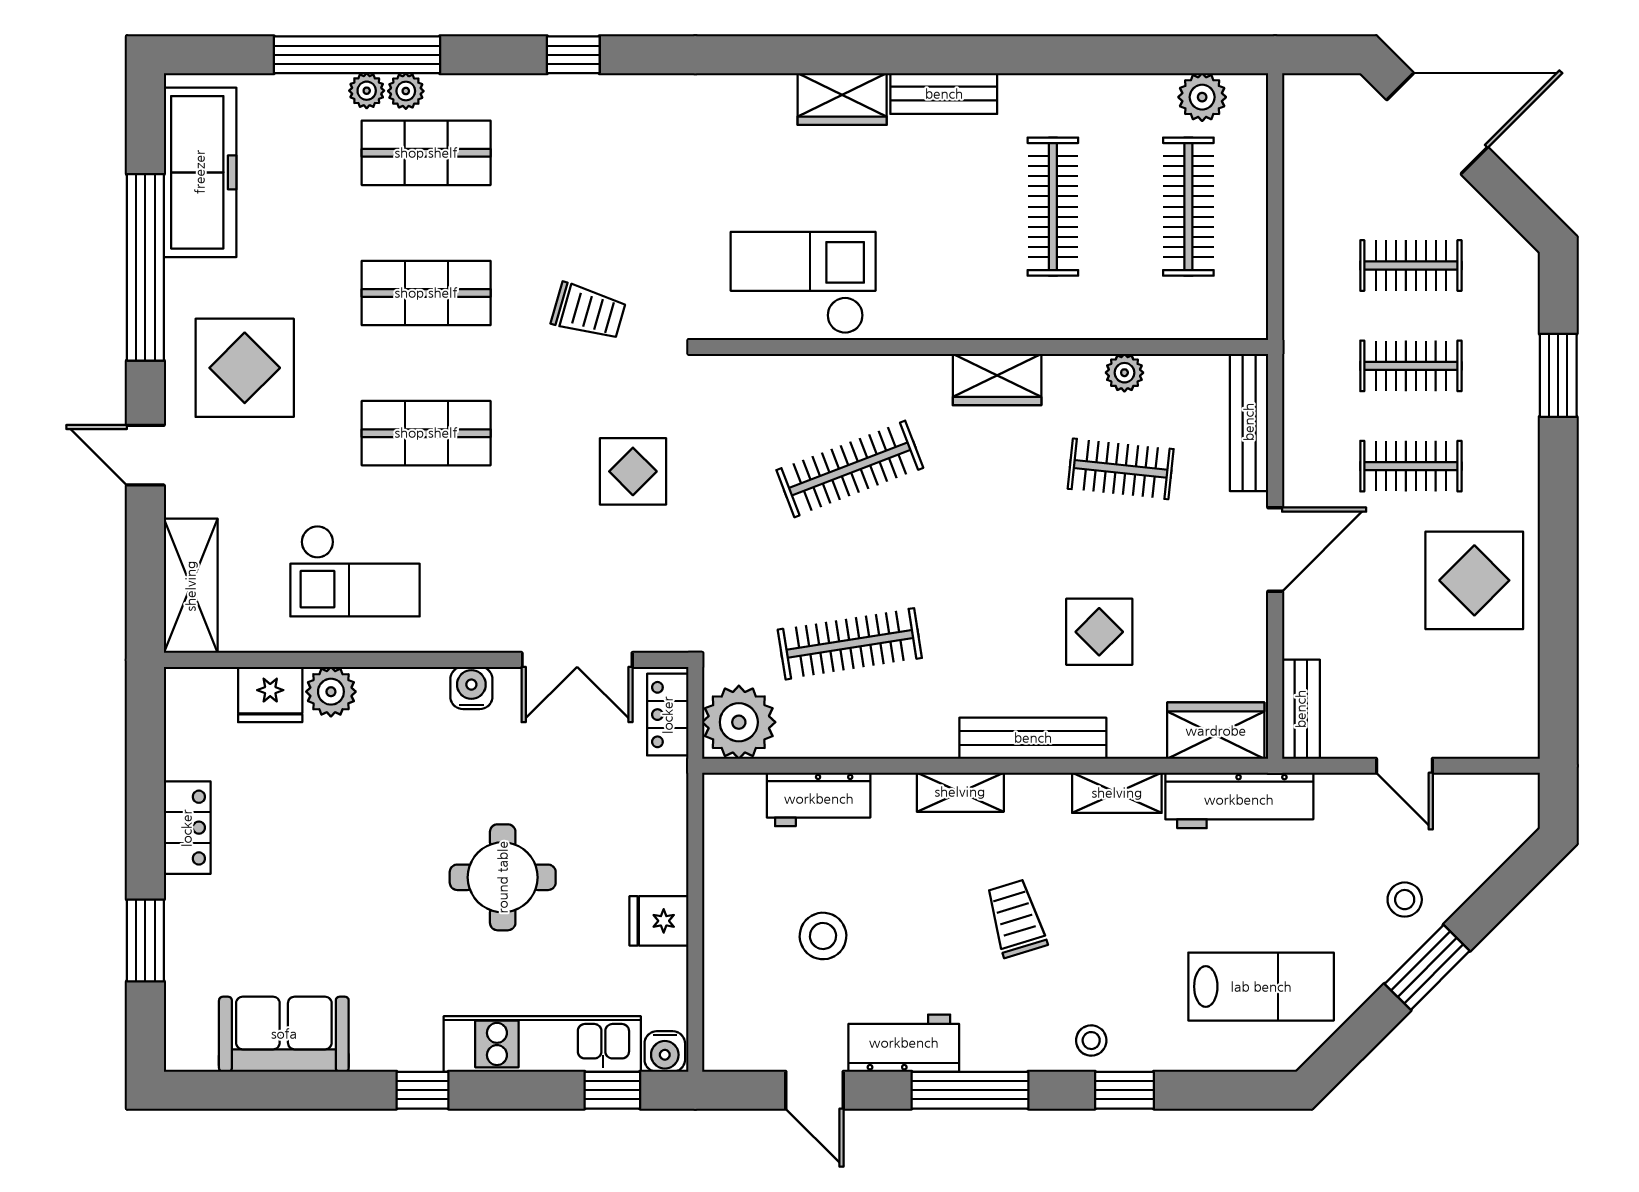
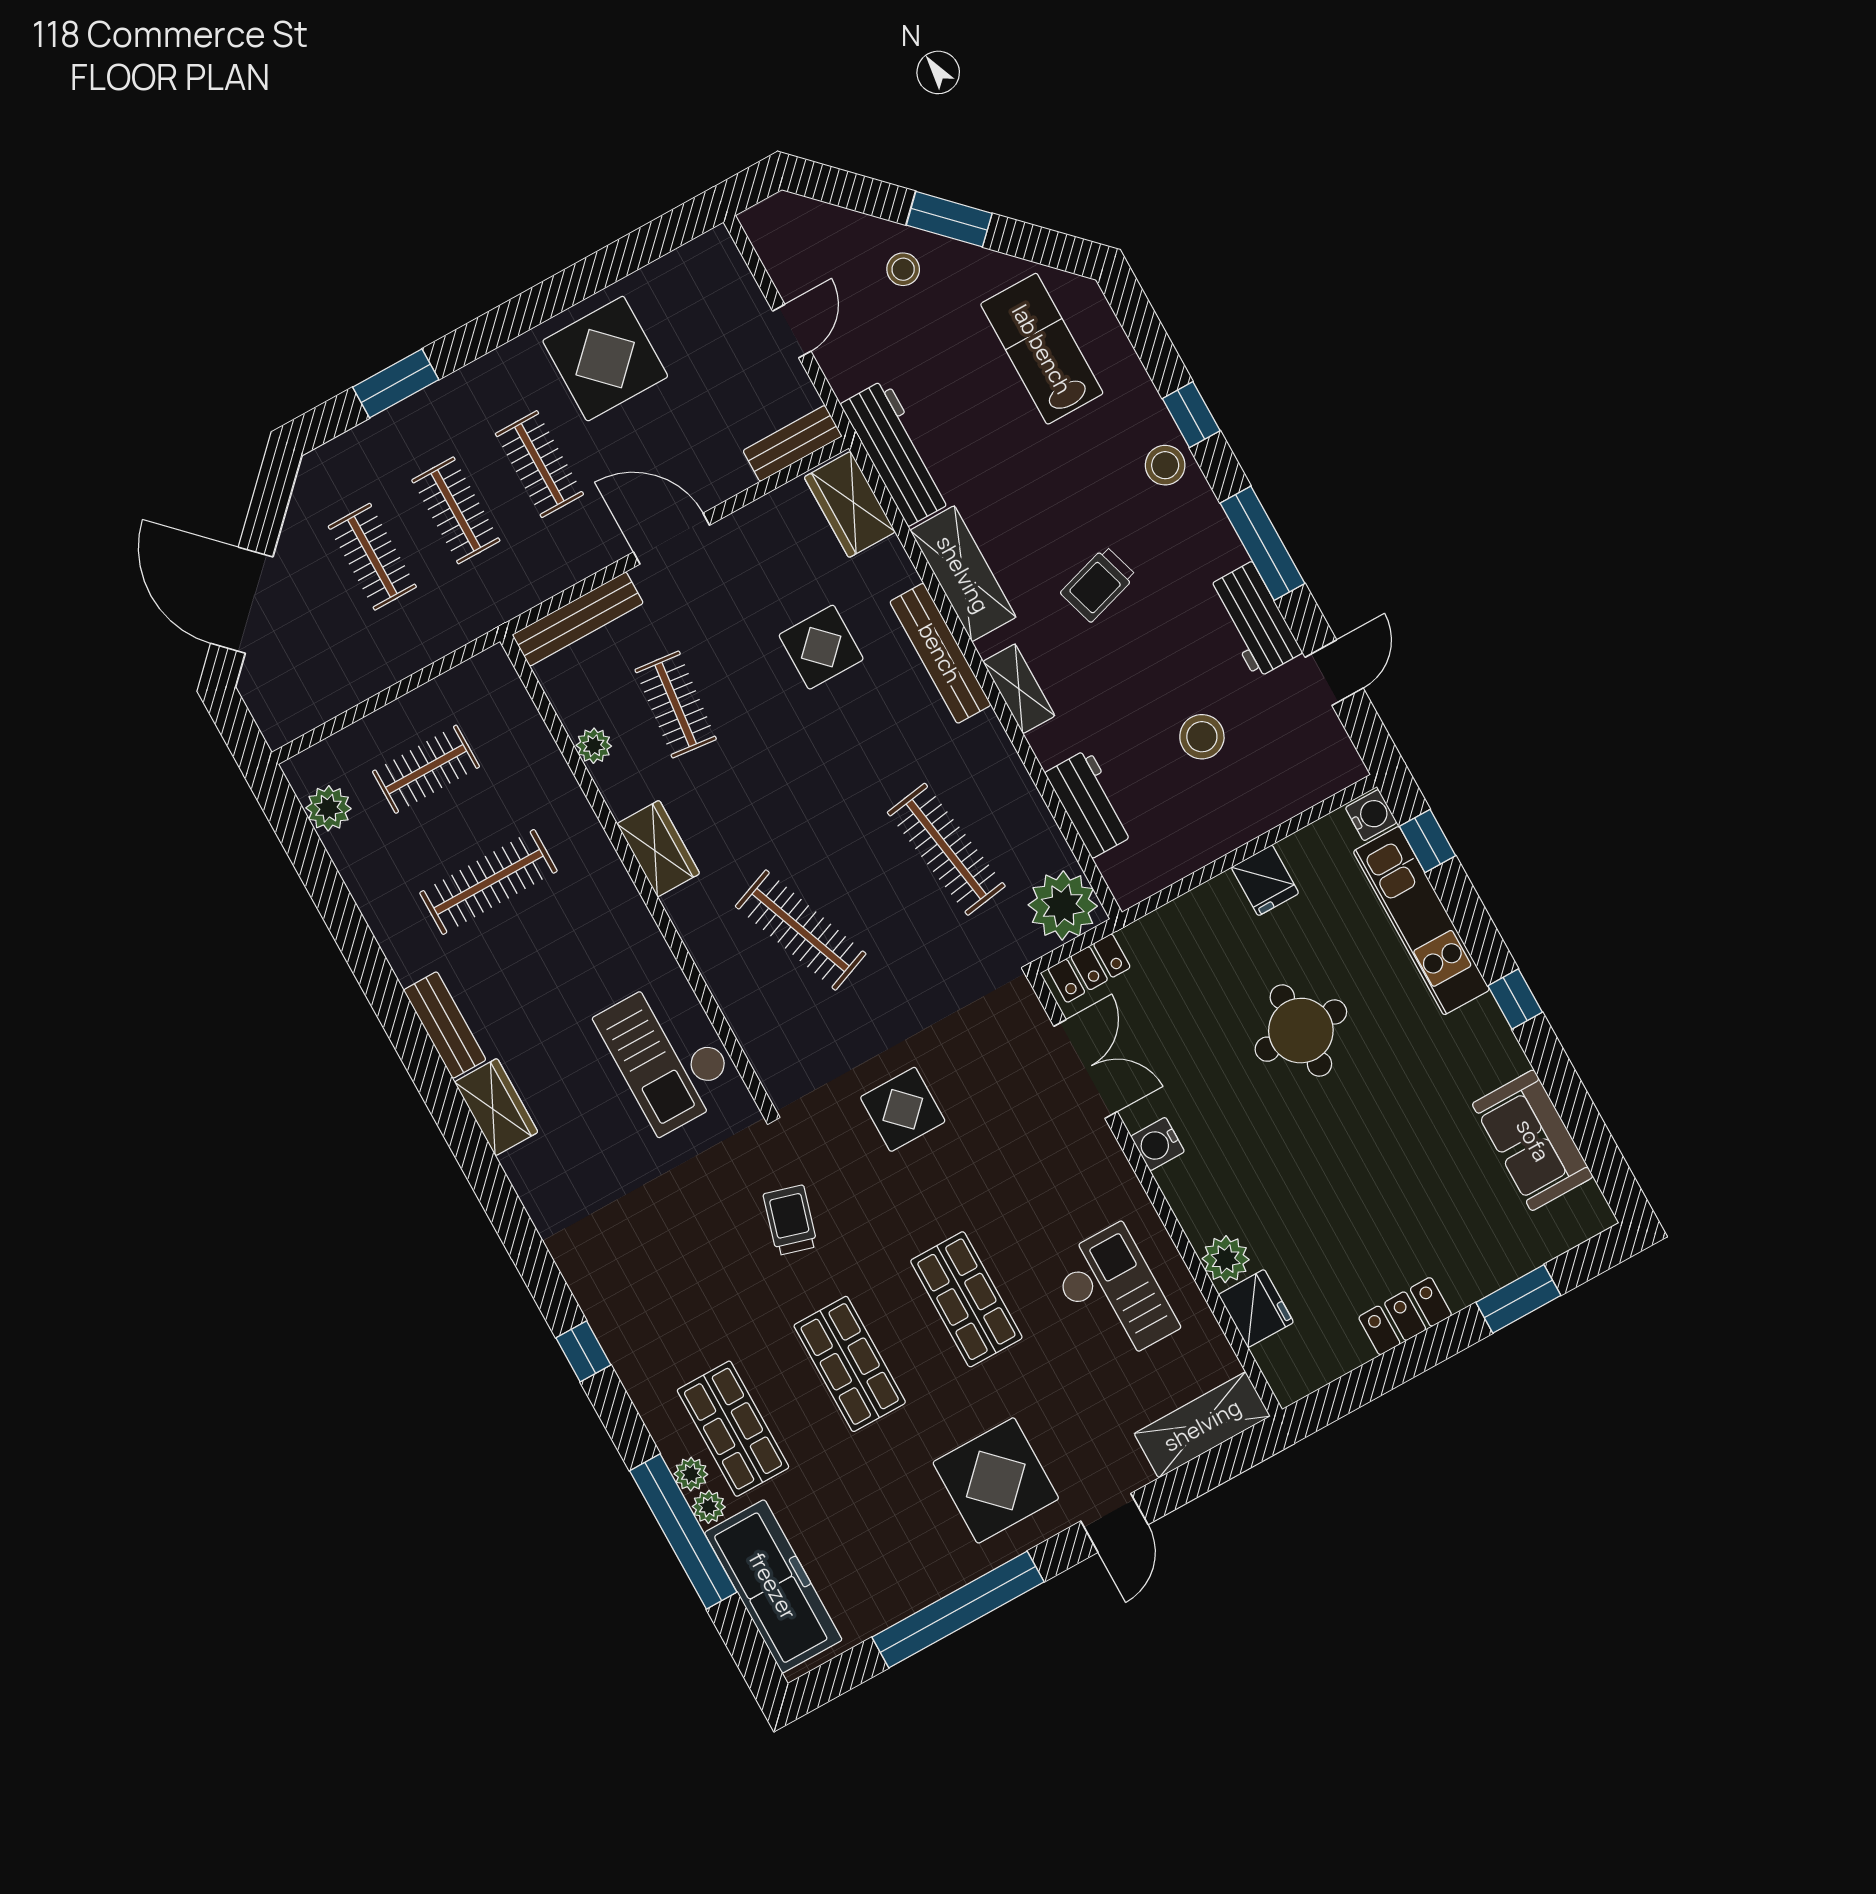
freezer: (200, 172) -> (773, 1586), moved, turned 90
clothes rail: (1188, 207) -> (426, 769), width x0.73
shelving: (1117, 793) -> (963, 574), width x1.50, depth x1.33
stool: (1091, 1041) -> (1165, 465), width x1.37, depth x1.37

